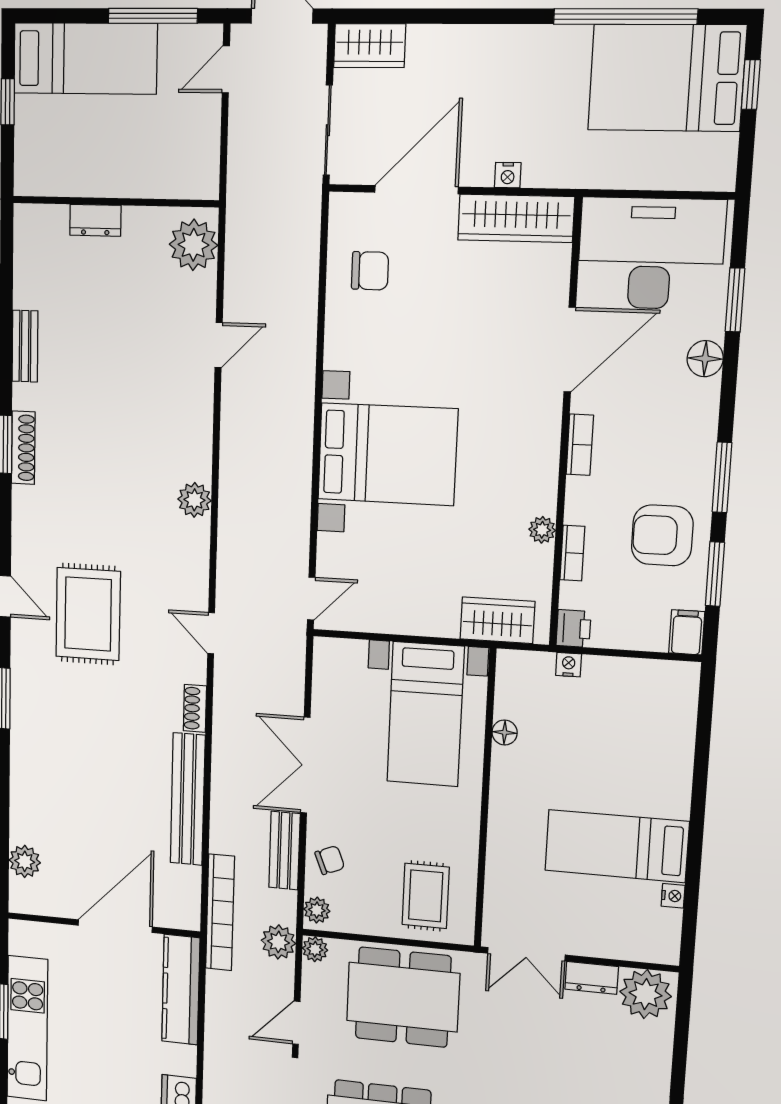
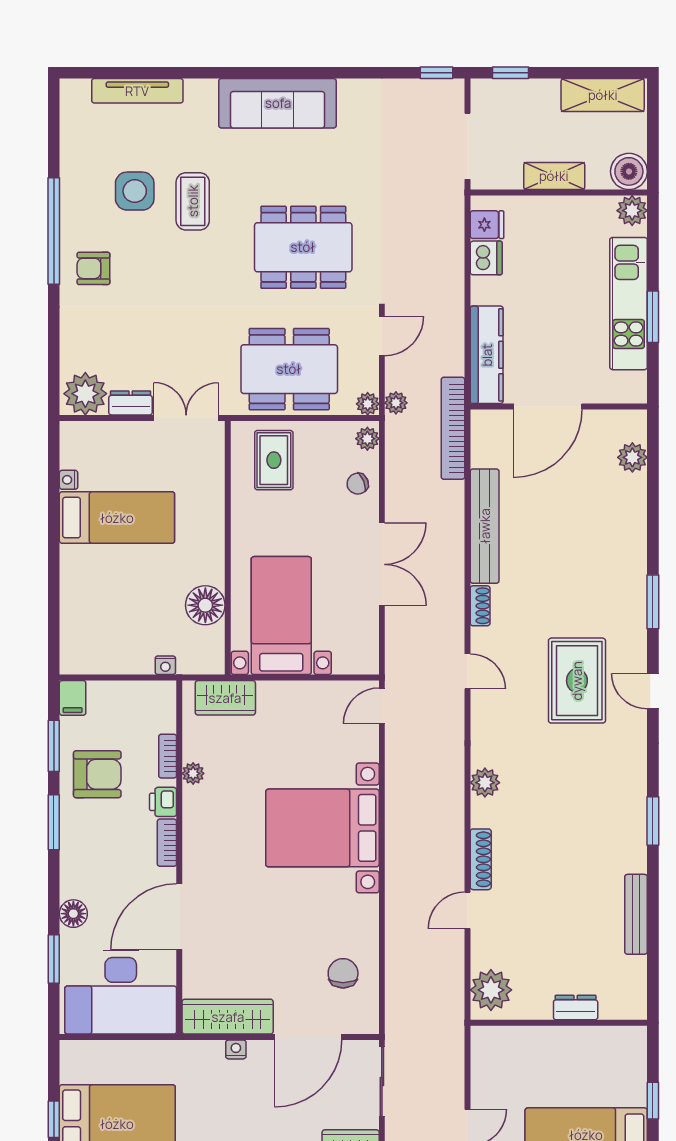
chair: (370, 271) -> (343, 973), turned 90
bench: (25, 346) -> (636, 914), width x1.36
shoe rack: (23, 448) -> (481, 859), moved, turned 180
printer: (574, 628) -> (163, 802), moved
floor lamp: (505, 732) -> (205, 605), width x1.89, depth x1.89
bench: (285, 851) -> (398, 488), removed
plant: (278, 942) -> (396, 403), width x0.73, depth x0.73

